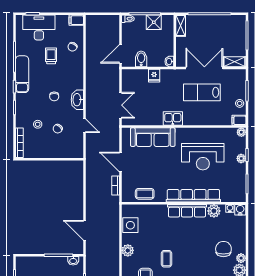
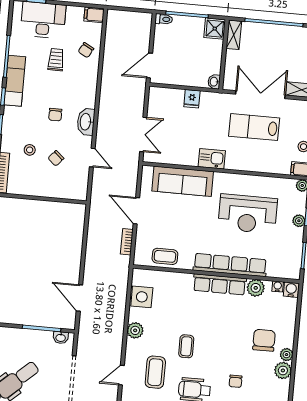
shower: (154, 22) -> (215, 29), moved
bidet: (141, 59) -> (177, 75), removed

